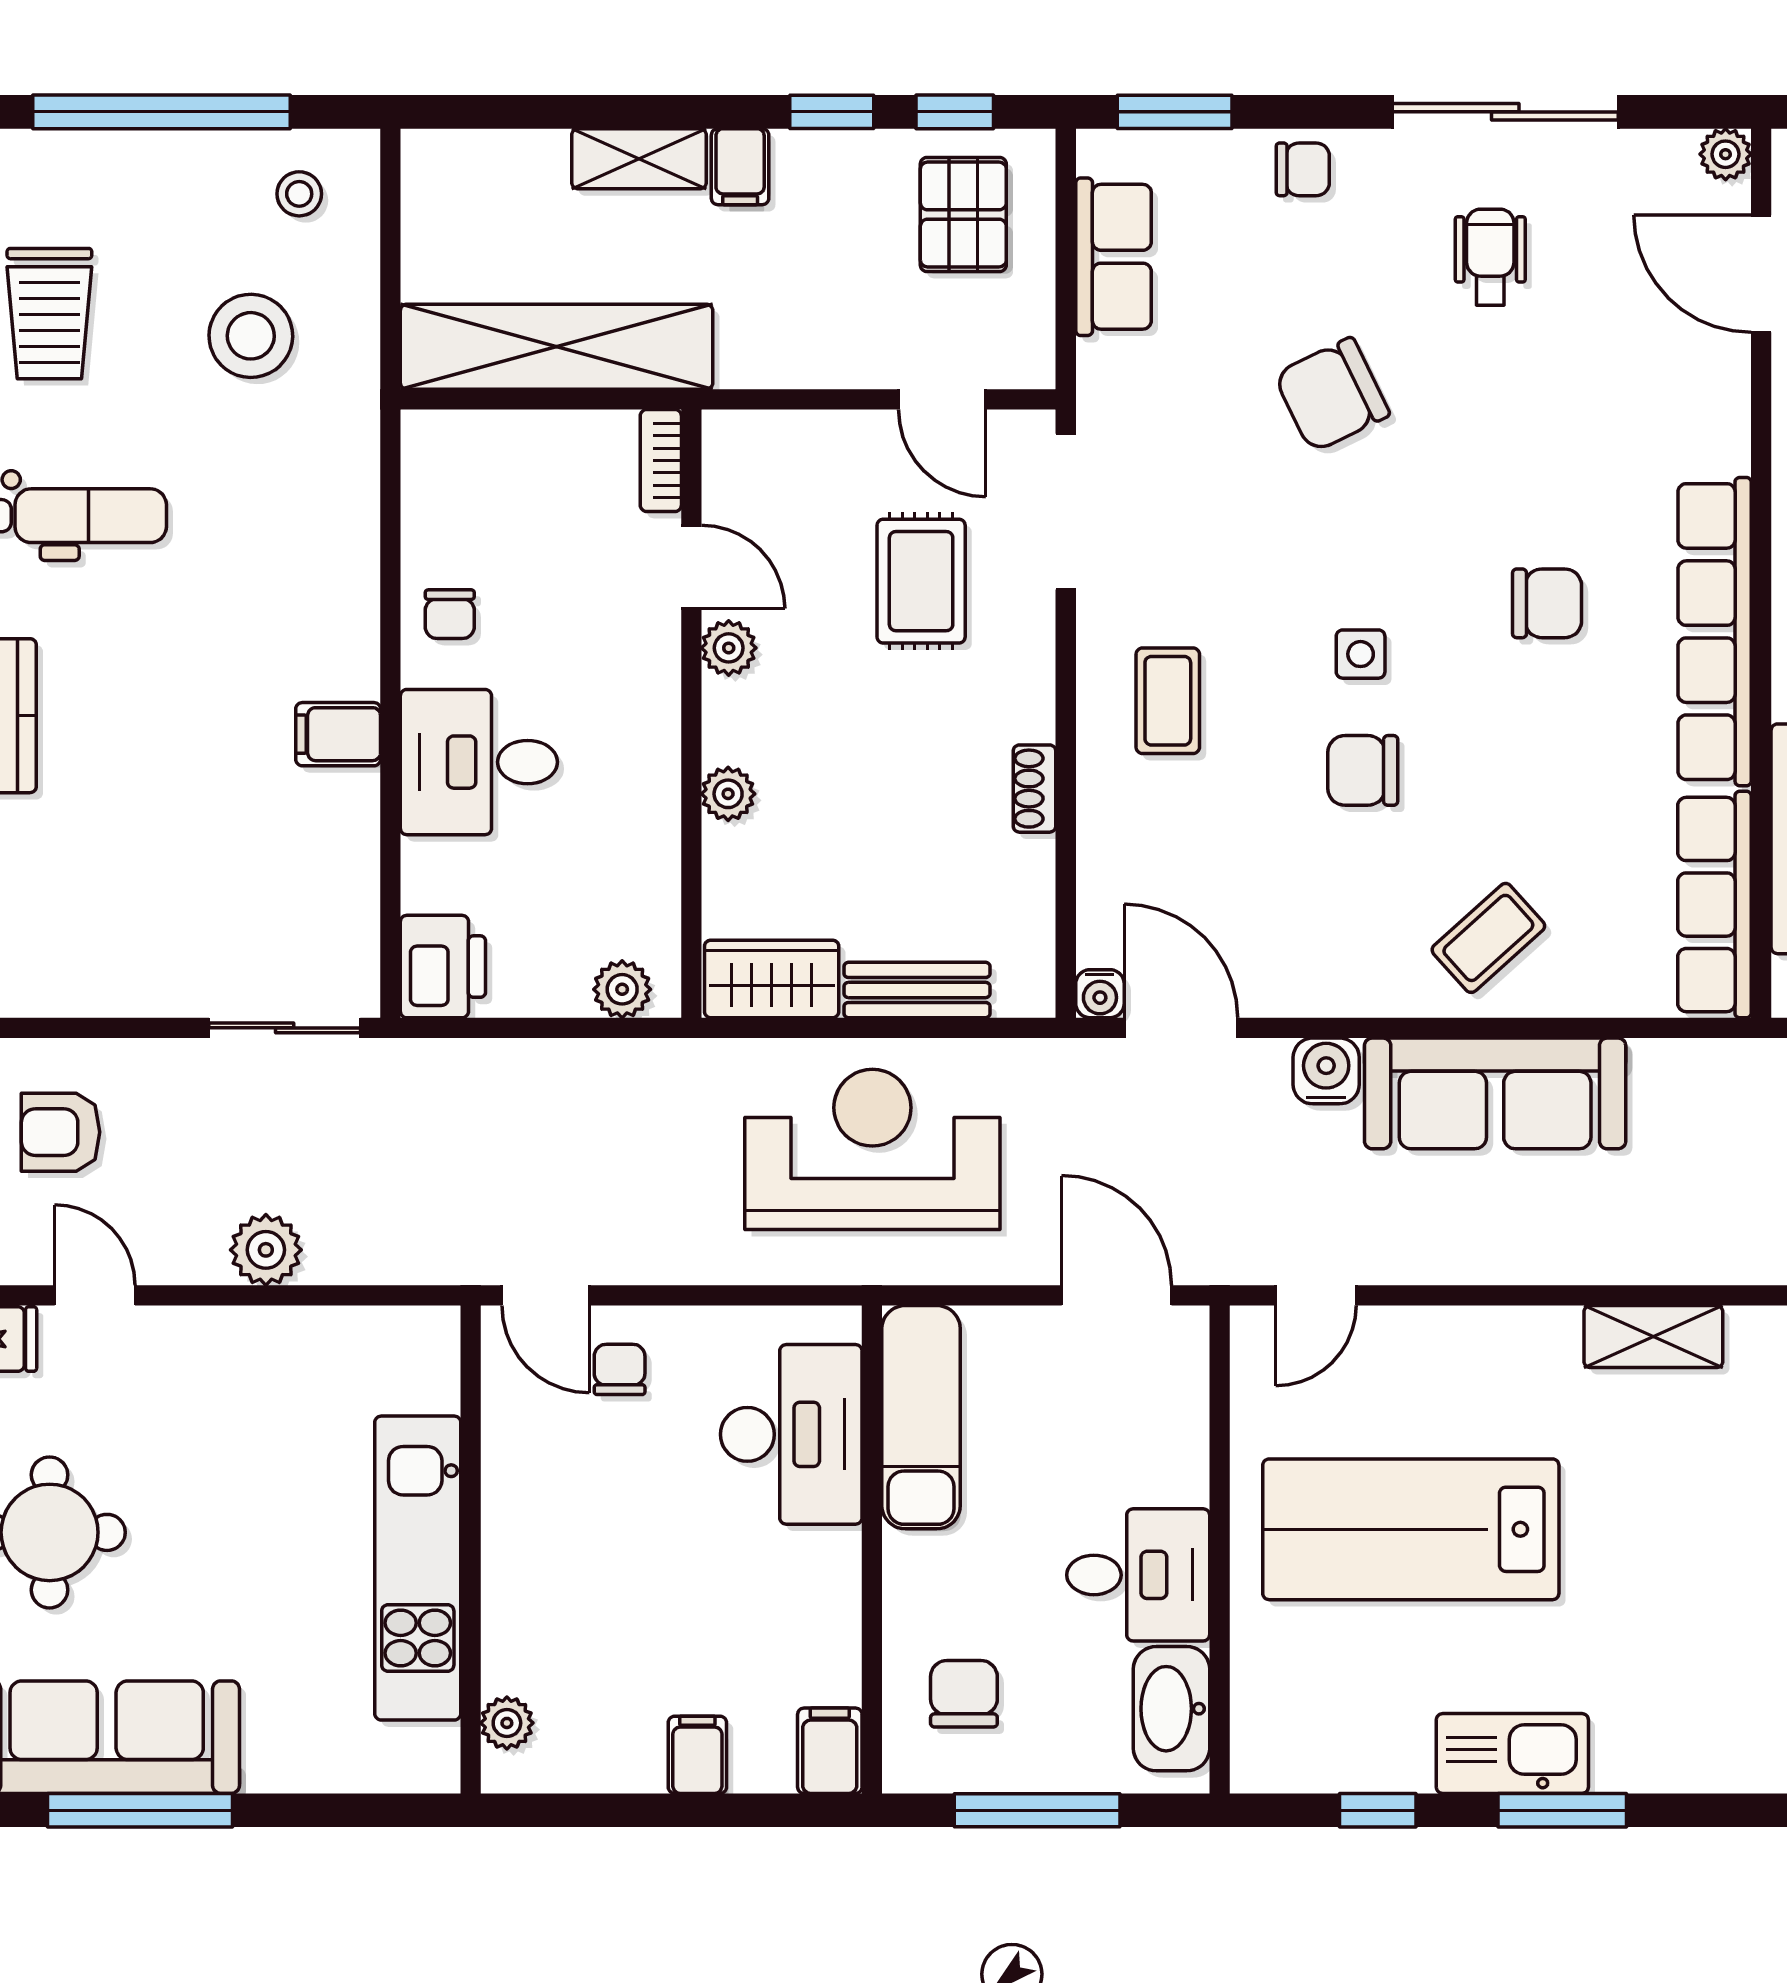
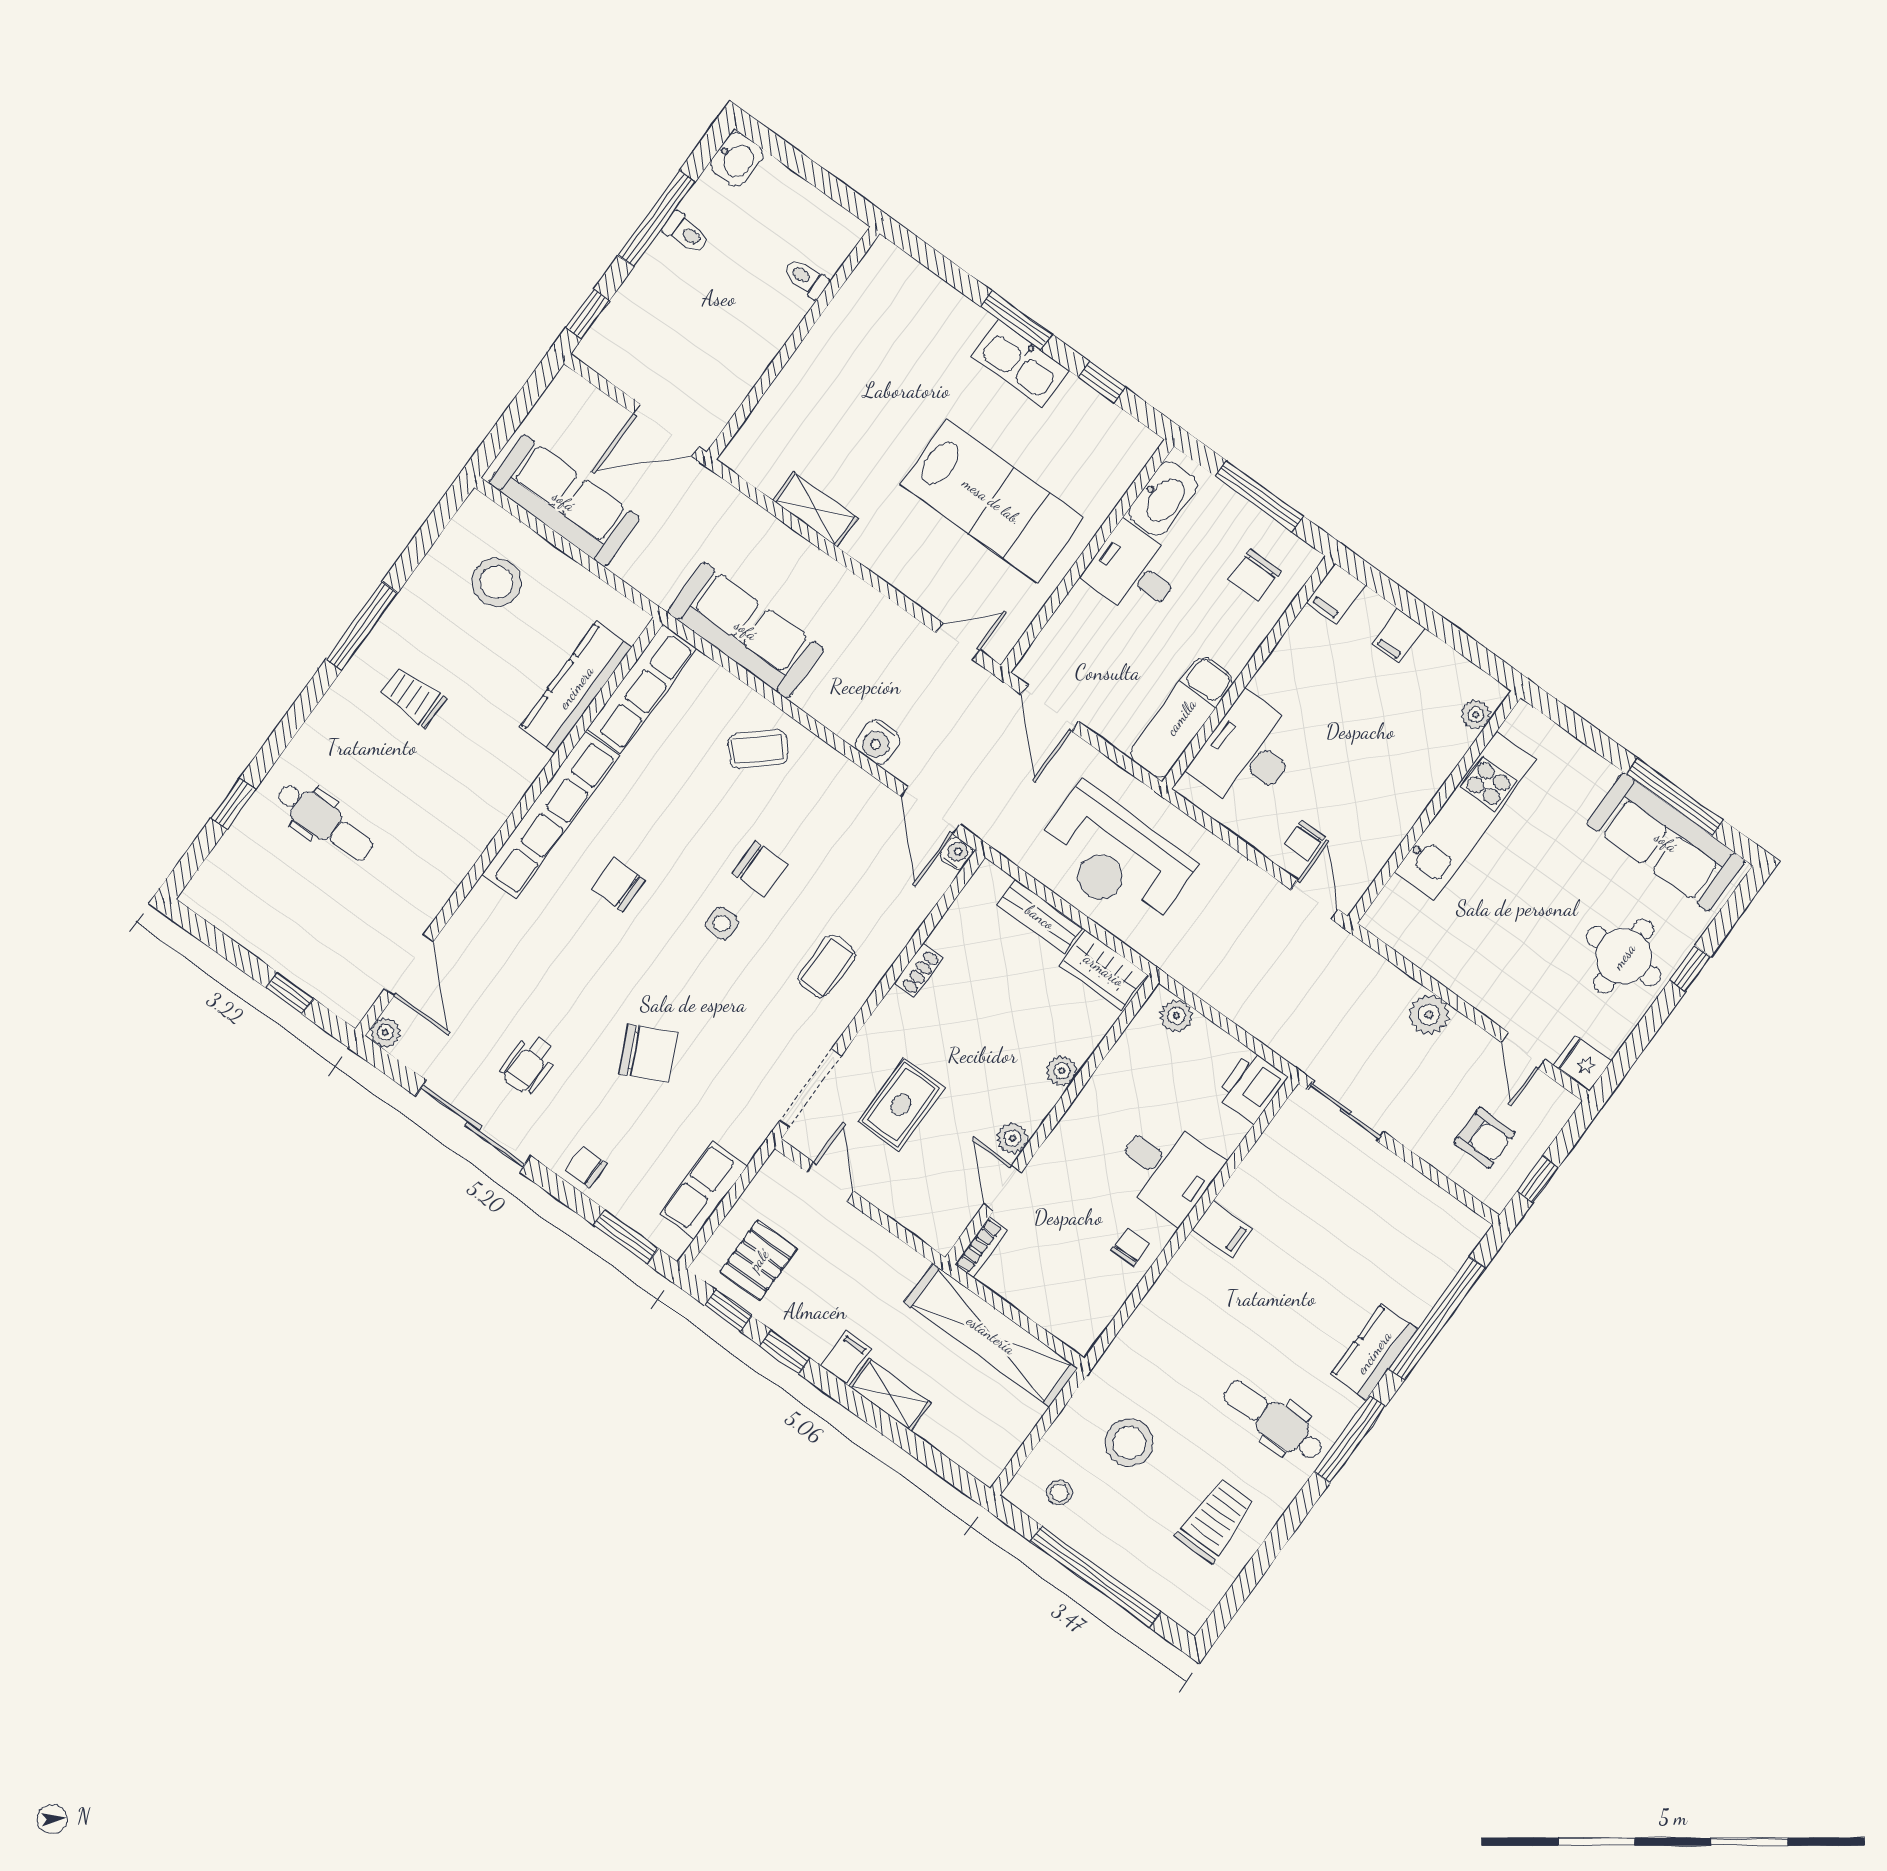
sofa: (1495, 1093) -> (746, 630), moved

